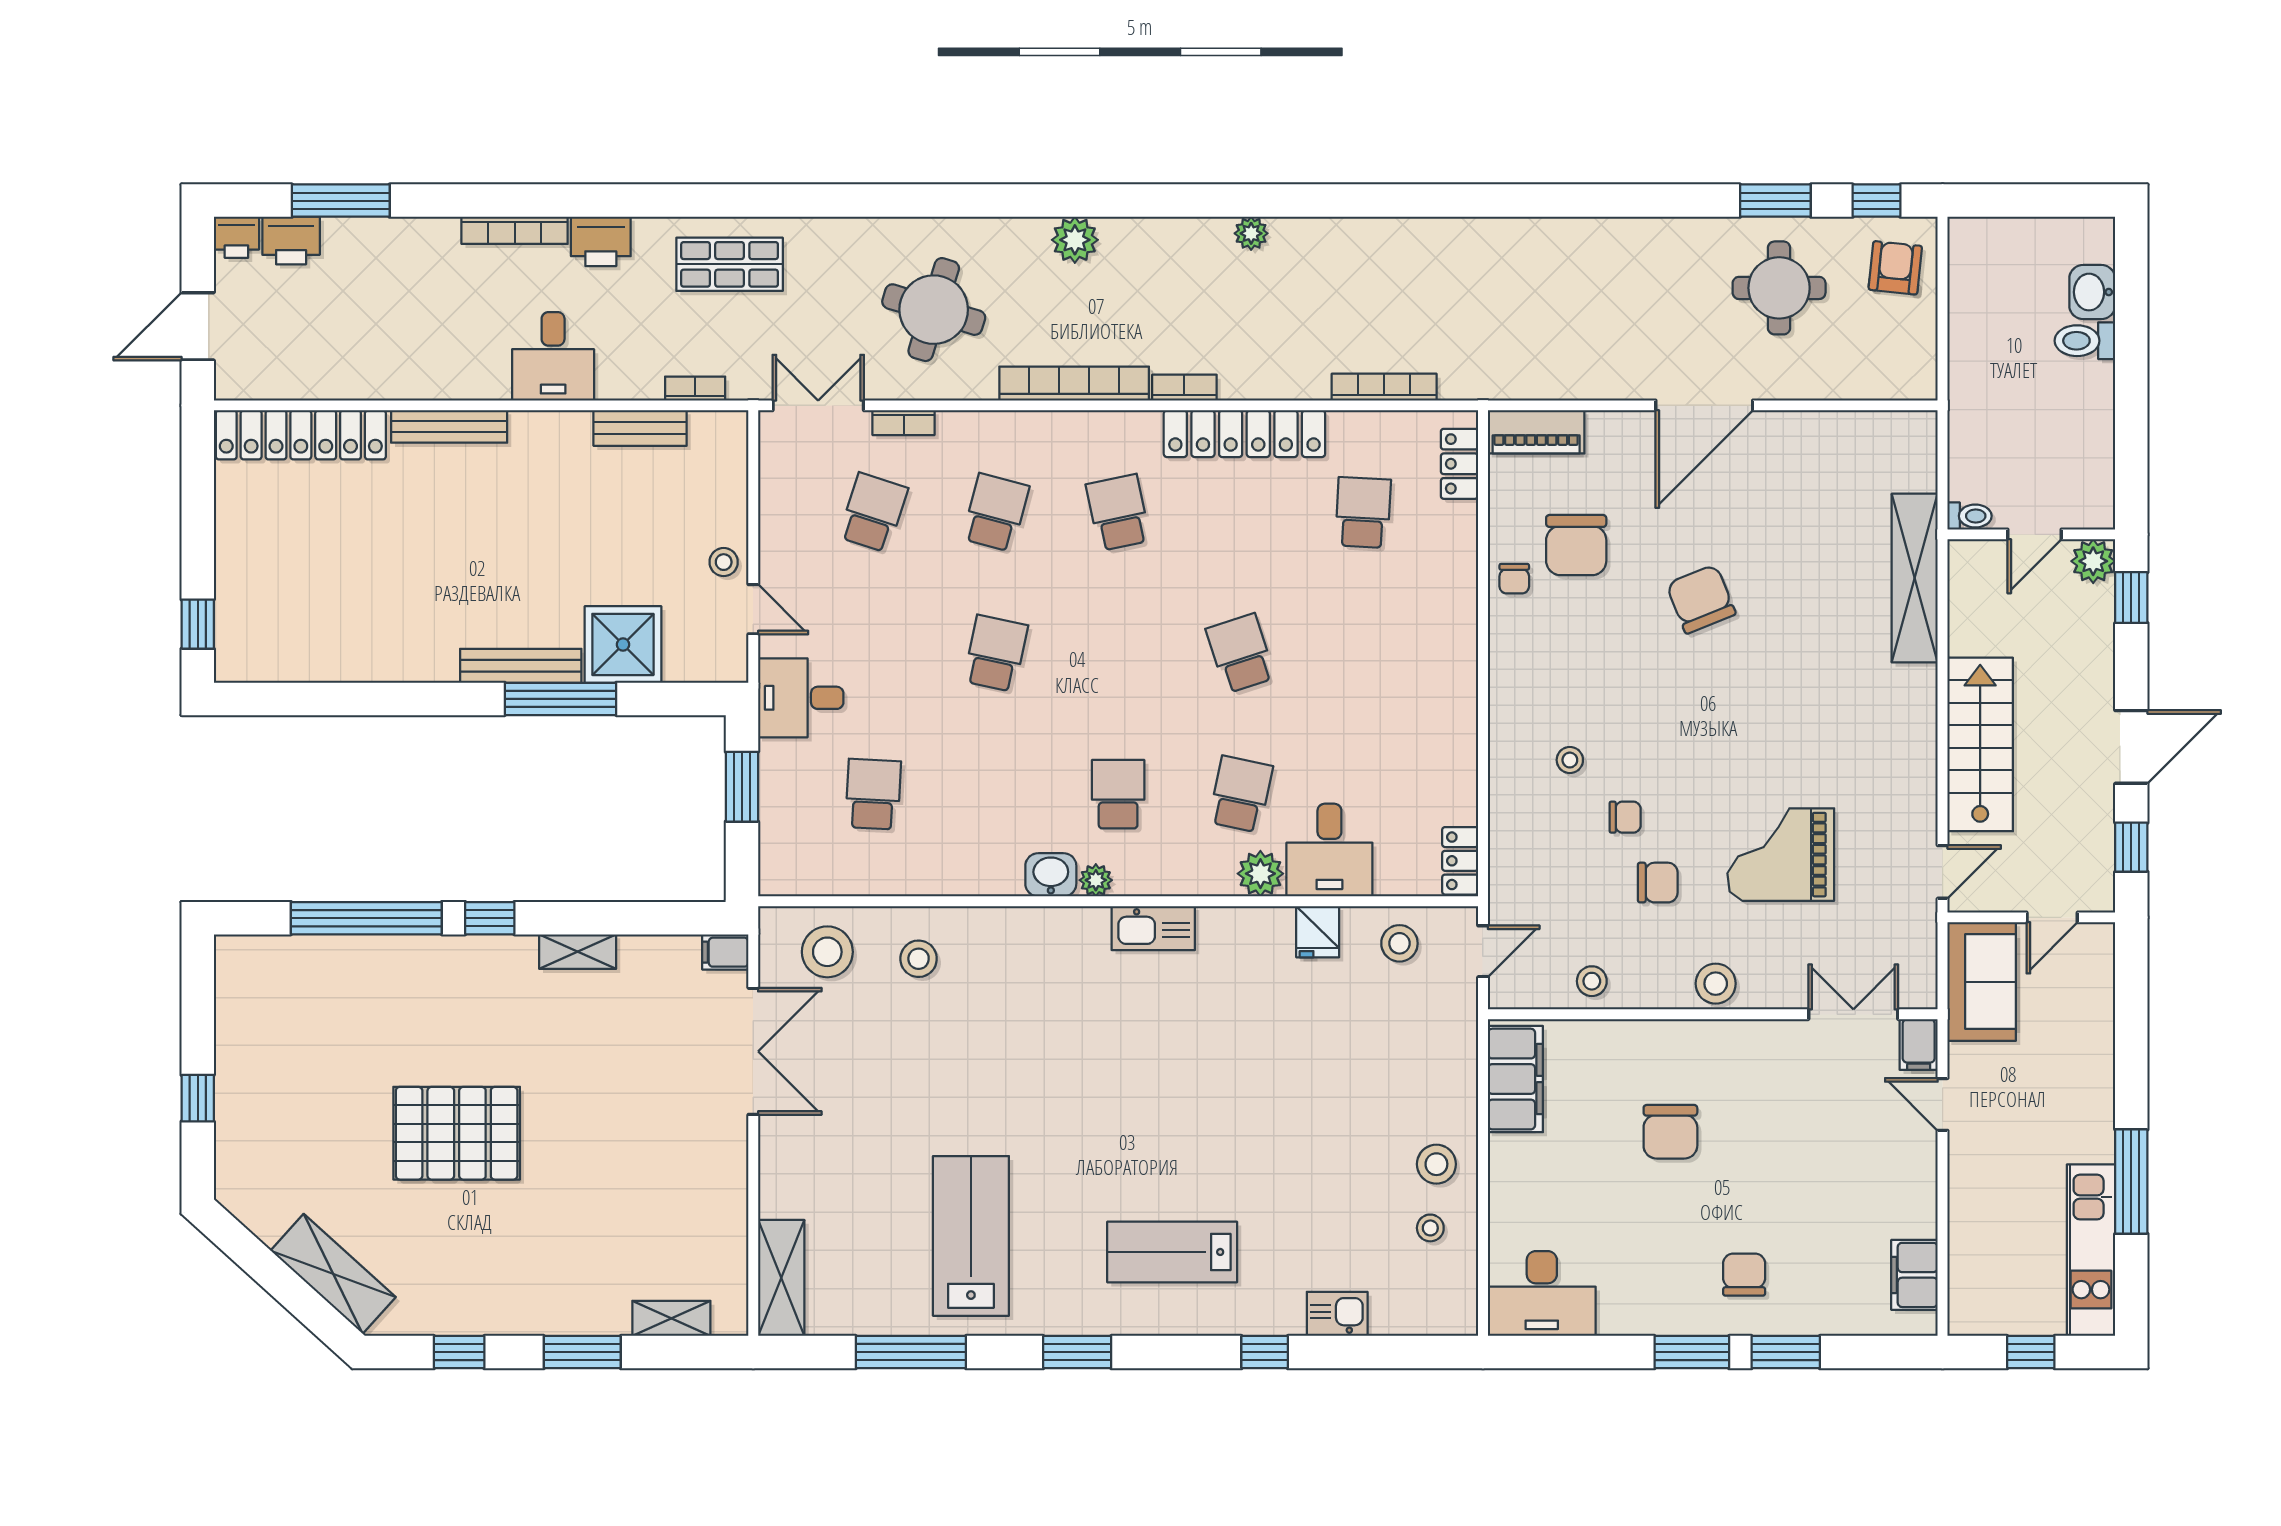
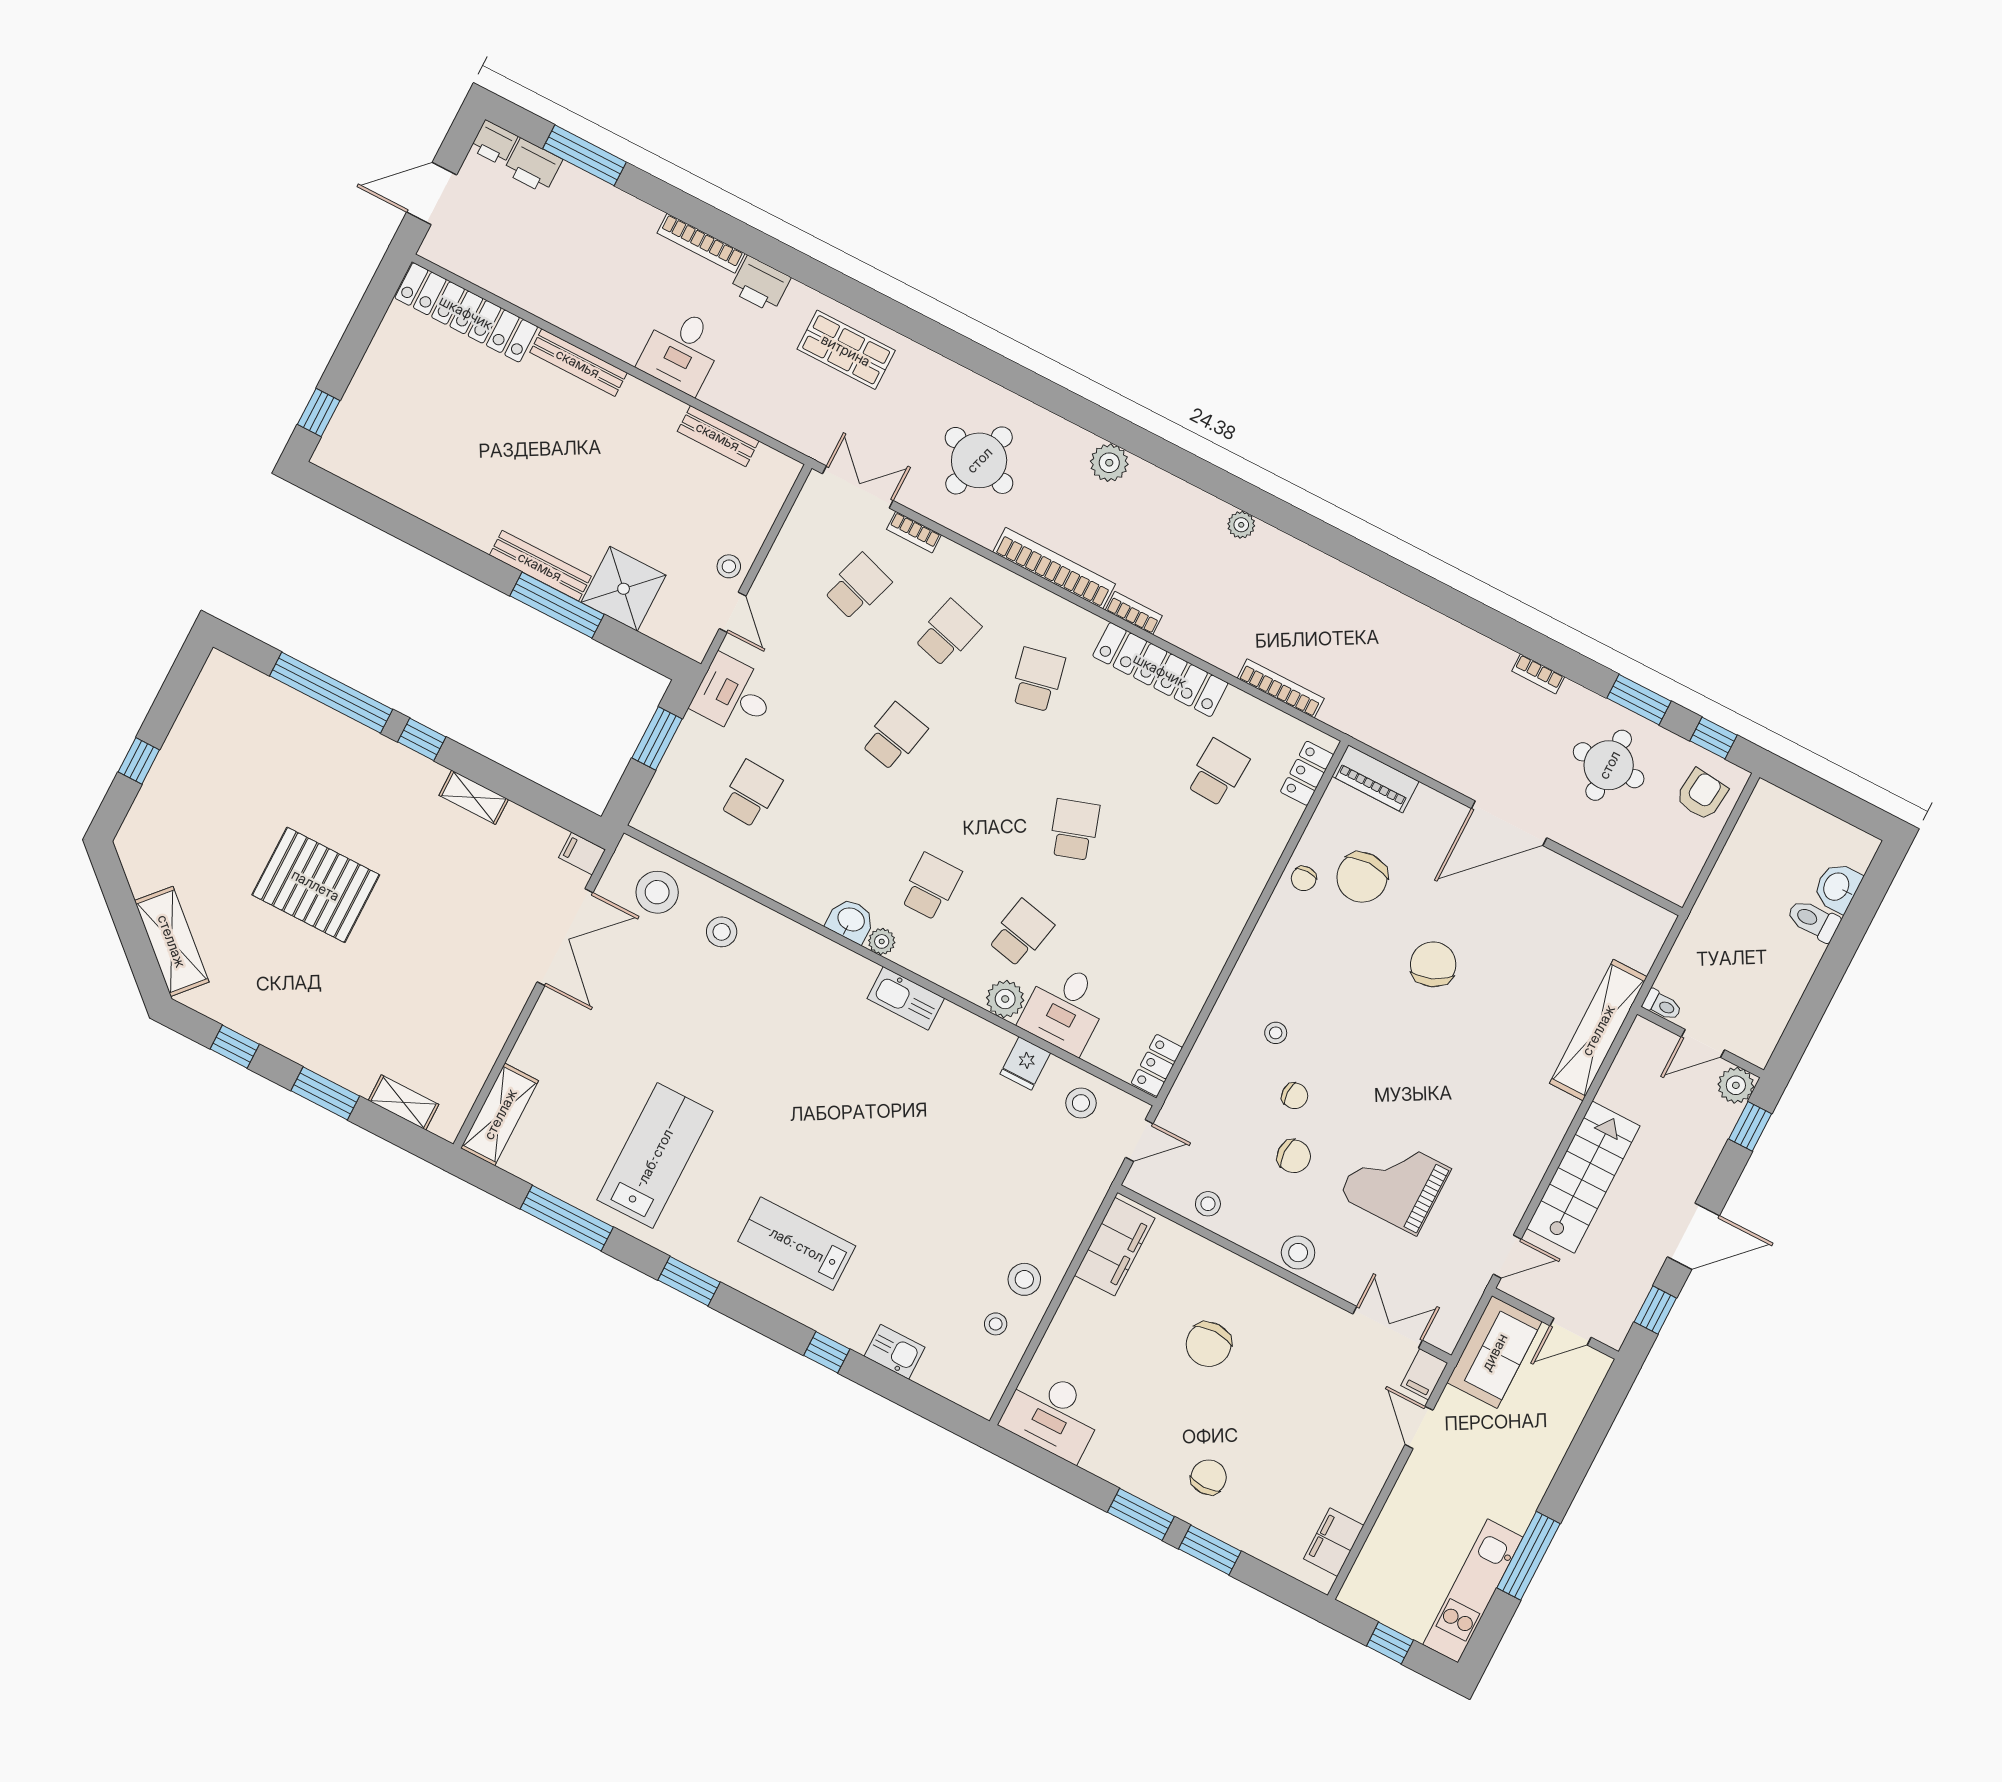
bookcase: (695, 389) -> (1538, 674), moved, turned 180

